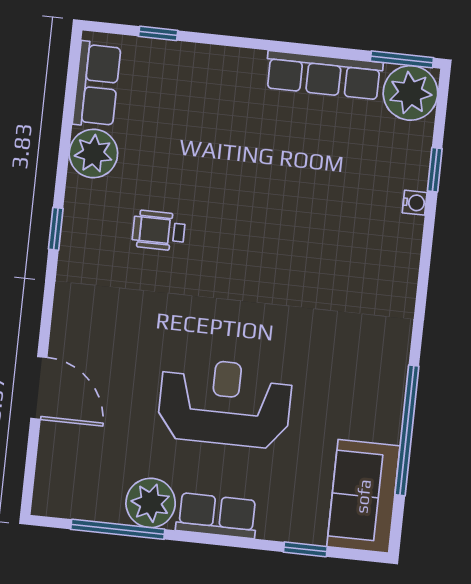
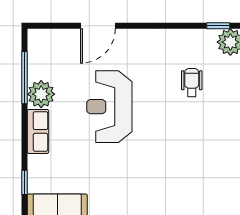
window: (56, 229) -> (218, 26), moved
reception desk: (225, 403) -> (109, 107), moved, turned 180

